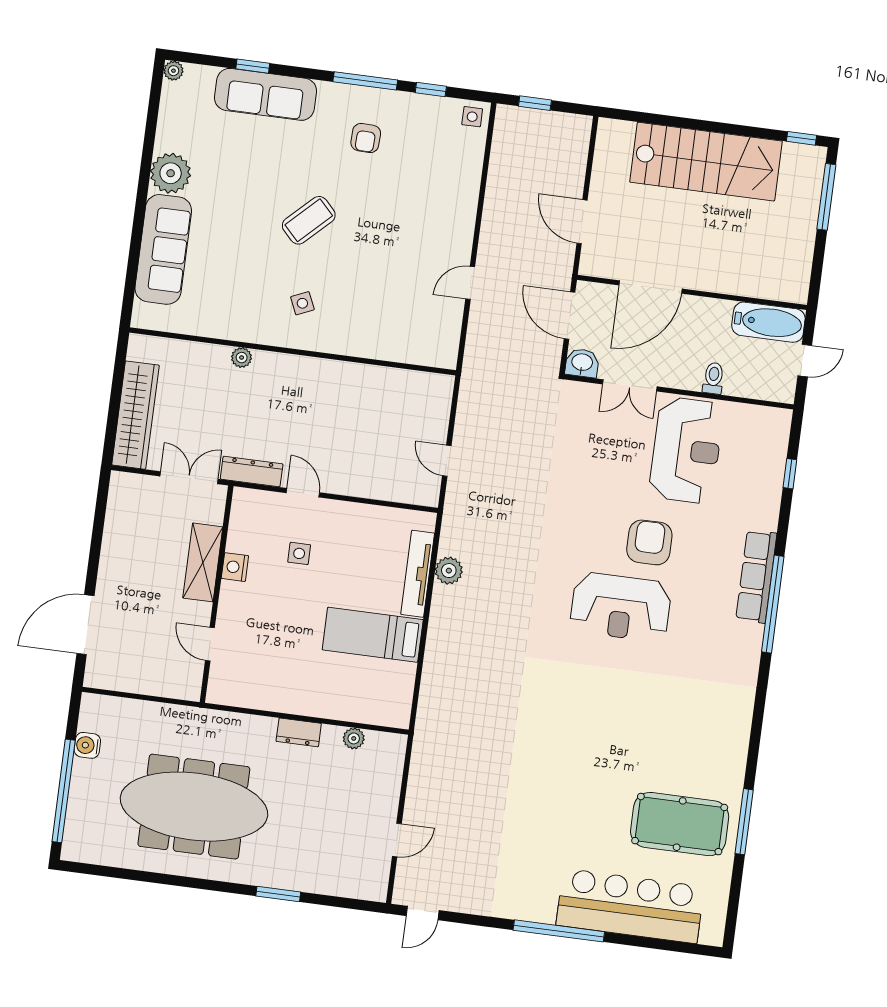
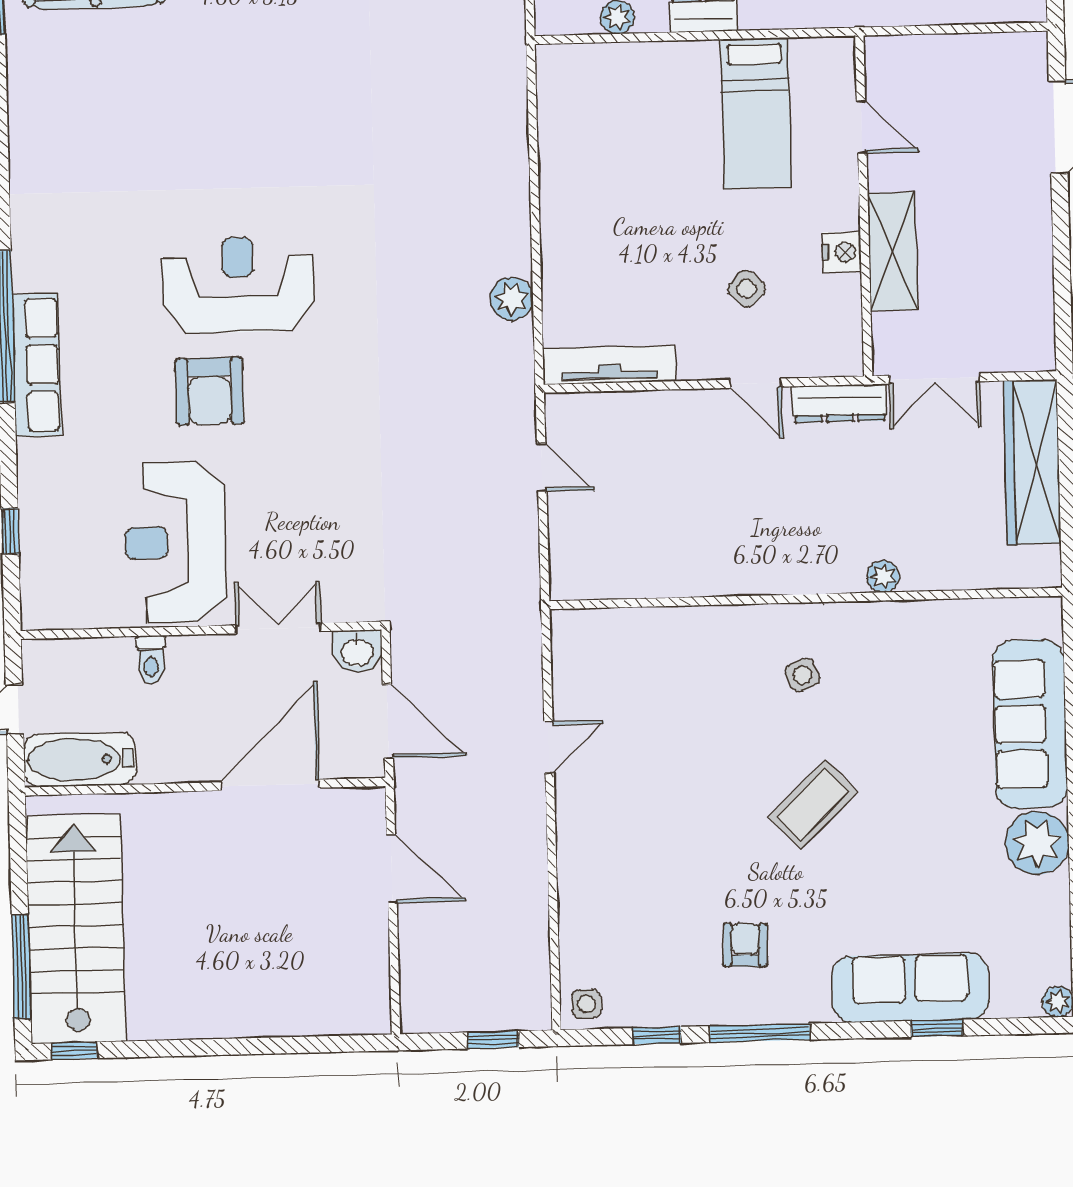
stairs: (706, 162) -> (76, 929), moved, turned 90
side table: (299, 553) -> (746, 289), turned 45
tv unit: (418, 574) -> (609, 365), moved, turned -90
bed: (373, 635) -> (756, 113), moved, turned 90

